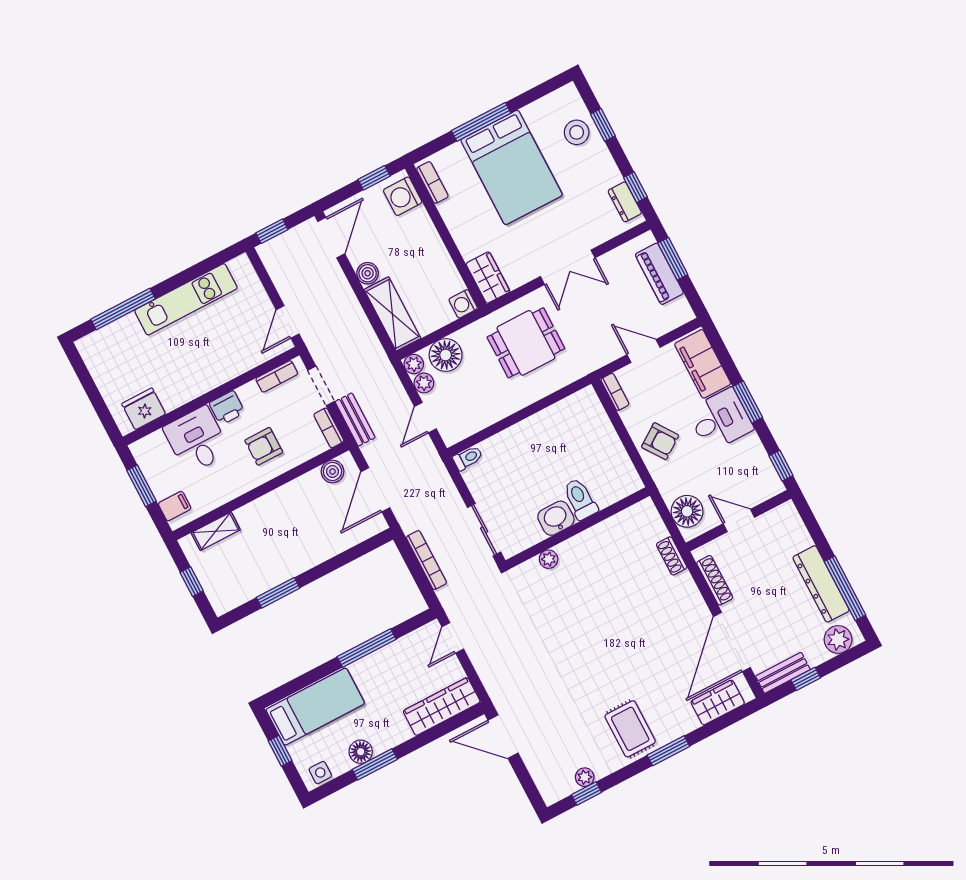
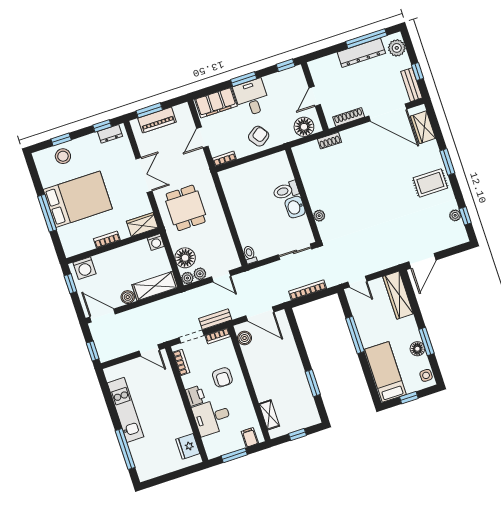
bookcase: (432, 183) -> (107, 240), moved

